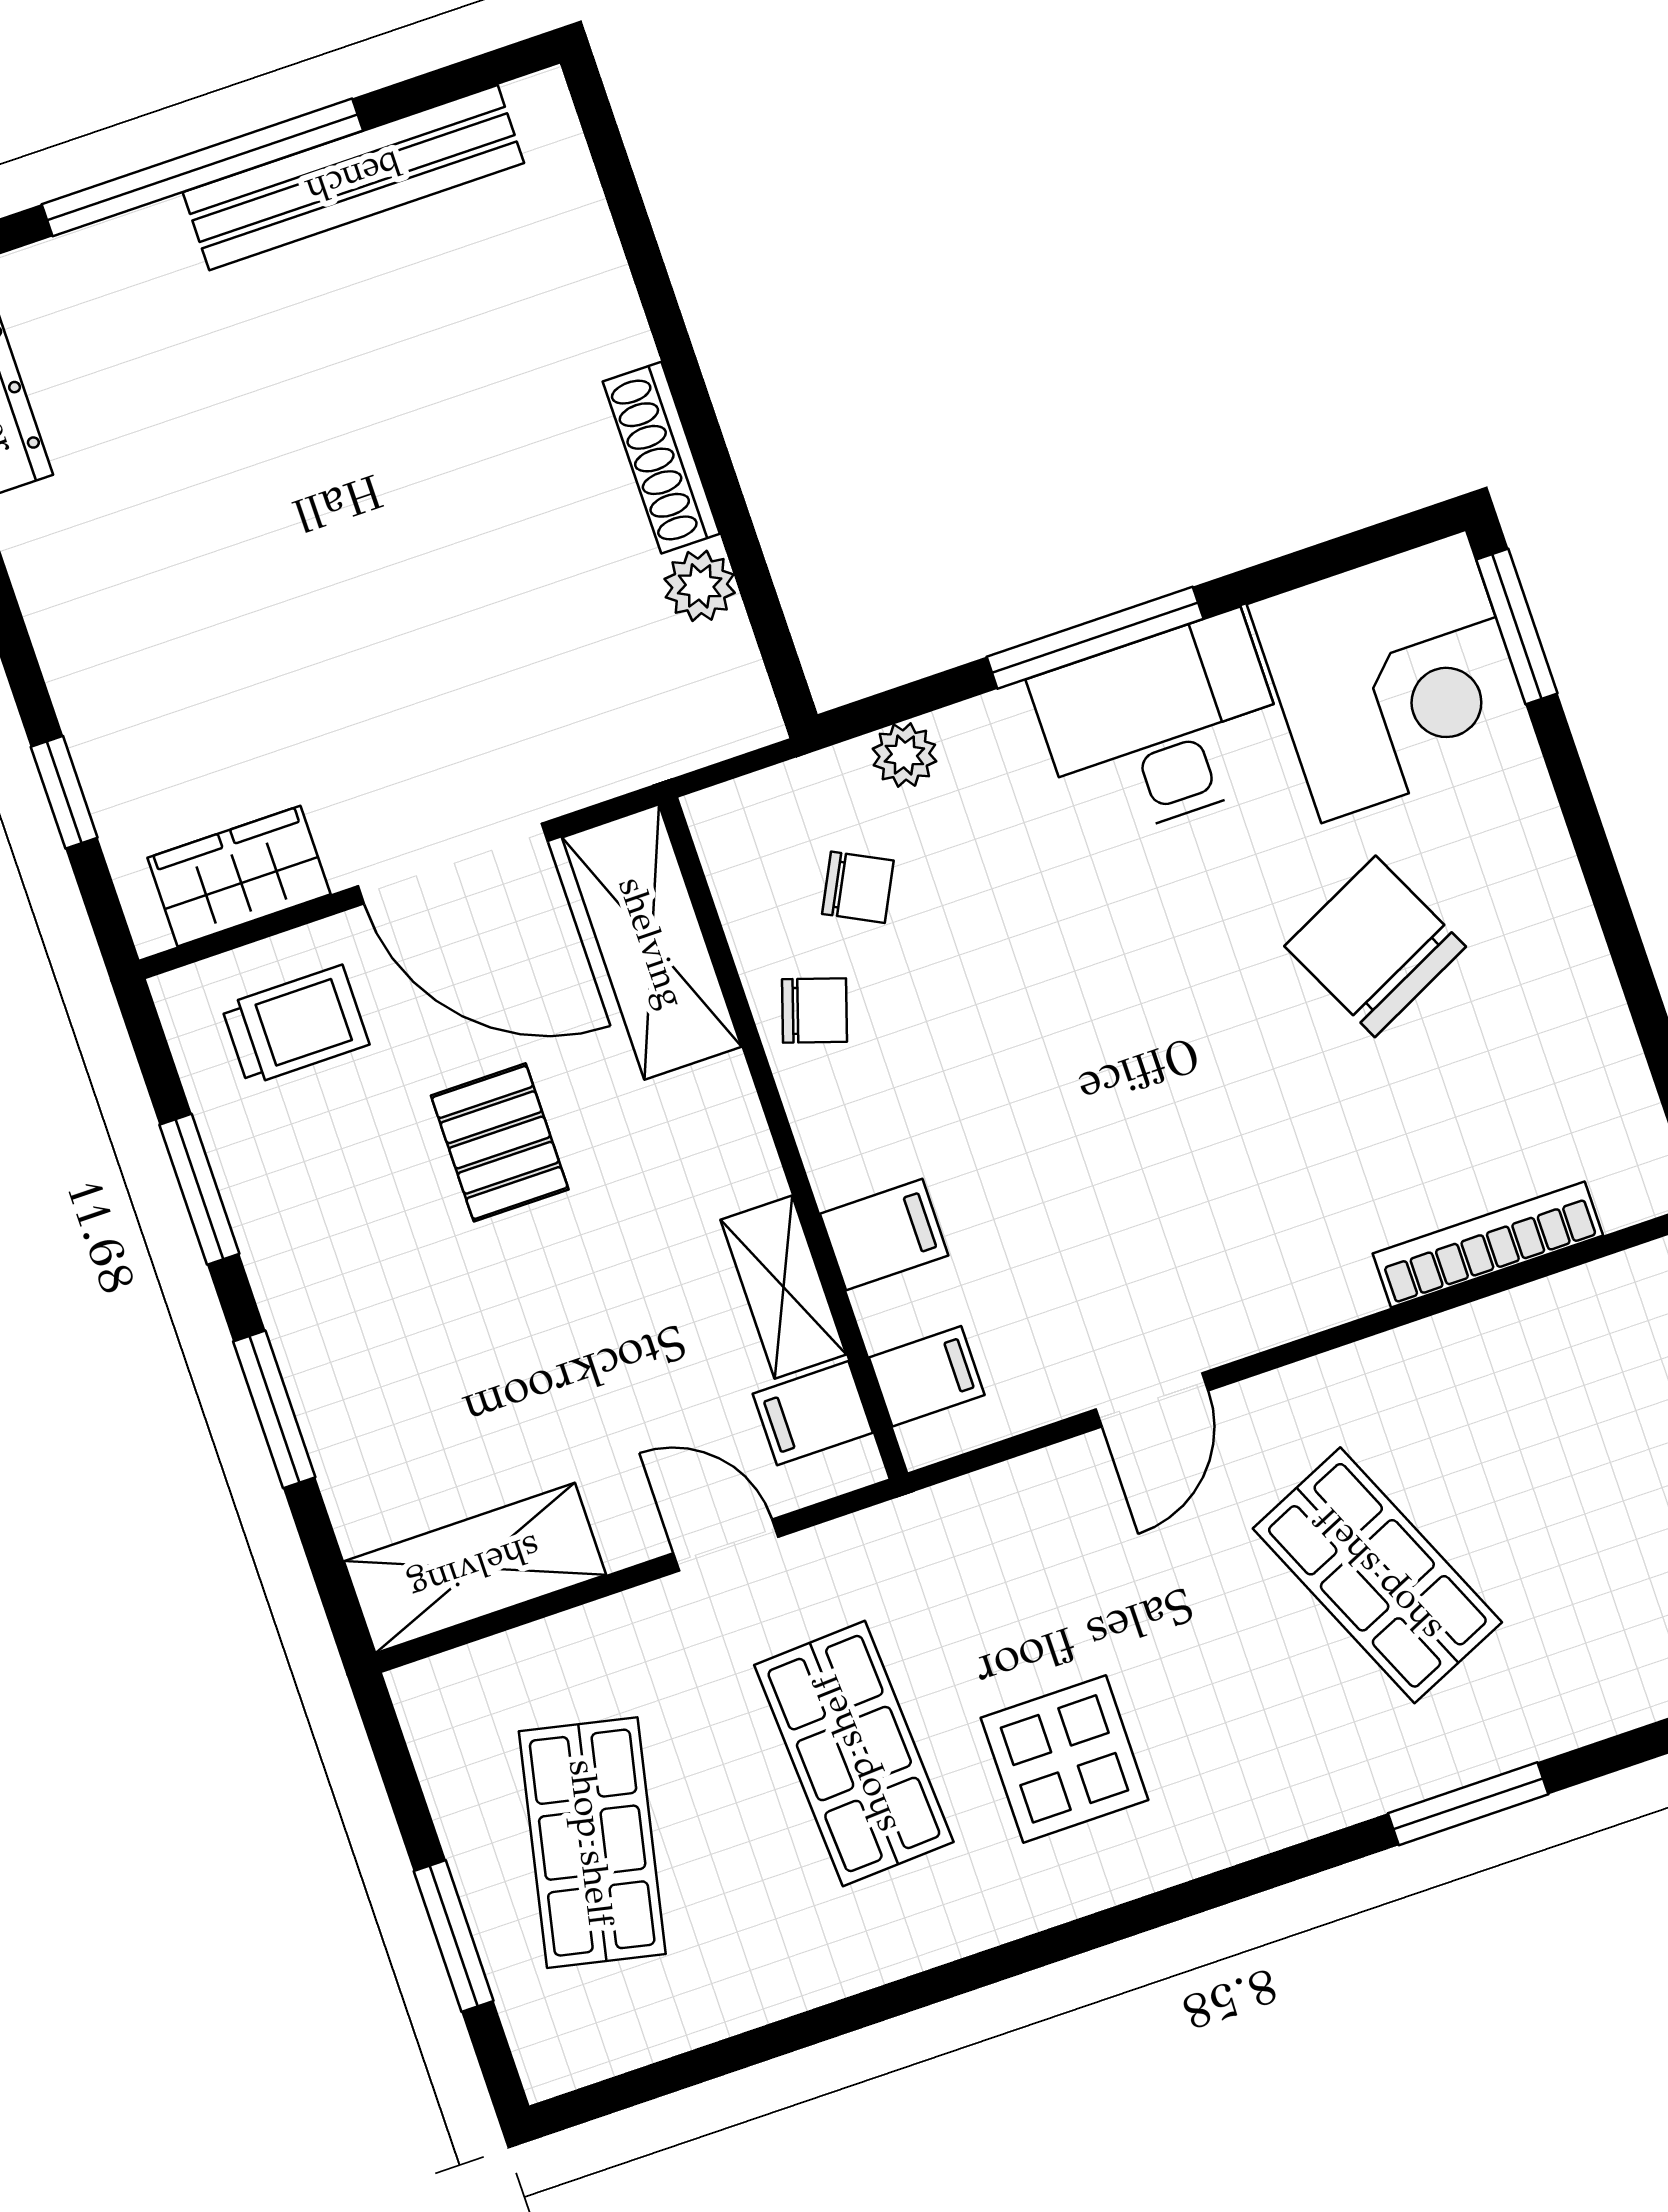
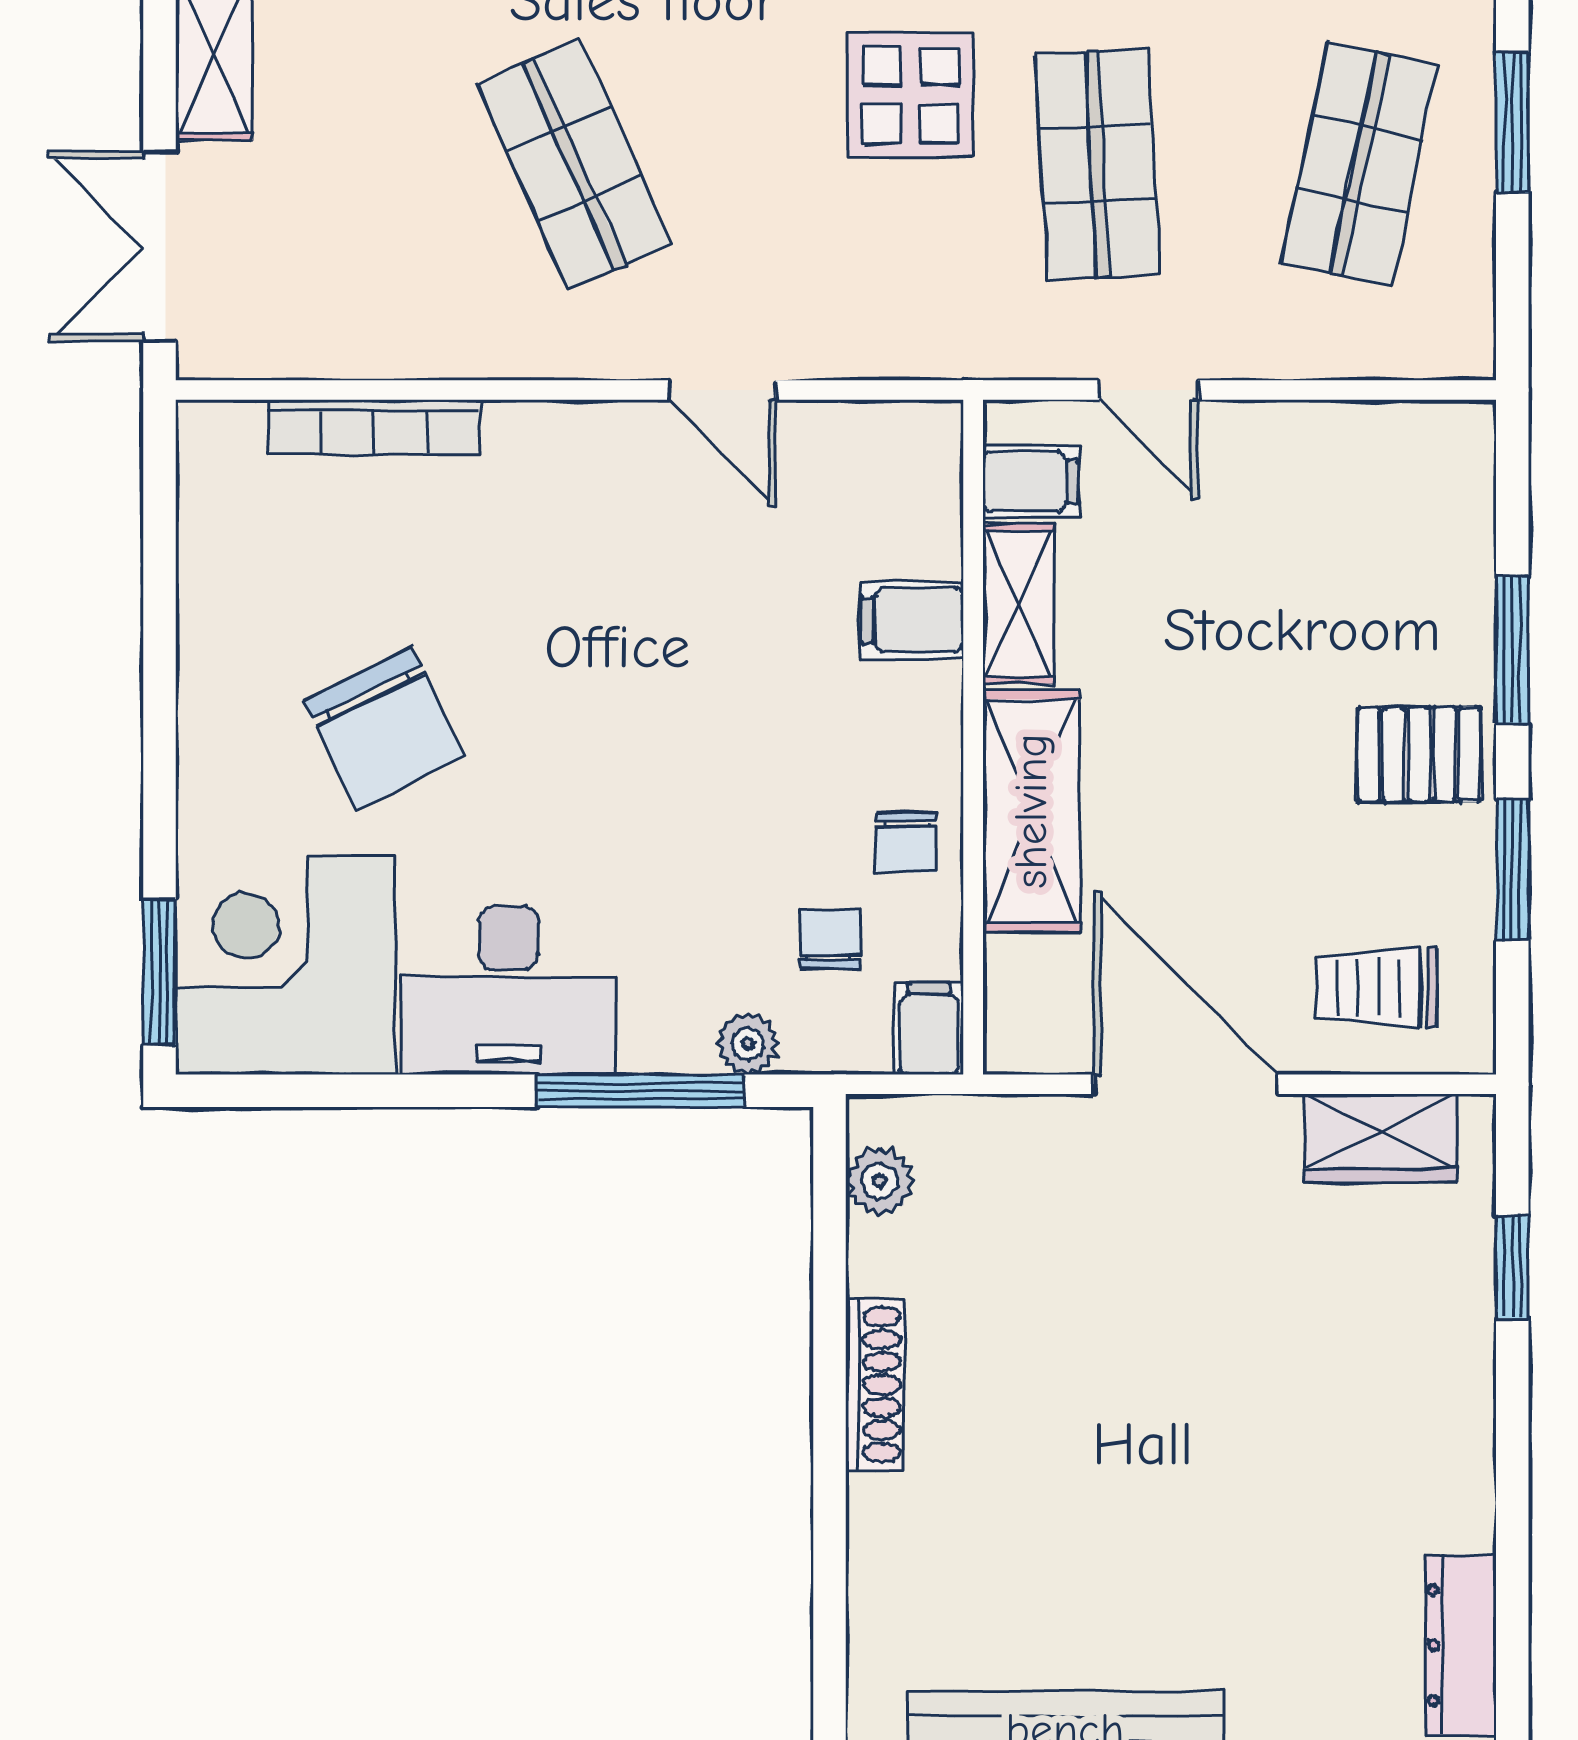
plant: (700, 586) -> (880, 1181), moved
window: (1095, 638) -> (641, 1091), moved
chair: (858, 887) -> (830, 939), turned 63
shelving: (652, 942) -> (1031, 811), moved
chair: (815, 1011) -> (906, 842), turned -108
pallet: (500, 1142) -> (1419, 754), moved, turned 90
filing cabinet: (927, 1376) -> (929, 1028), moved, turned 90
door: (1152, 1400) -> (723, 390), swing flipped
shelving: (475, 1568) -> (1381, 446), removed

